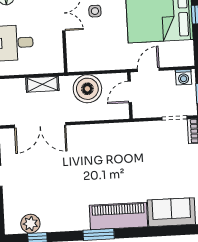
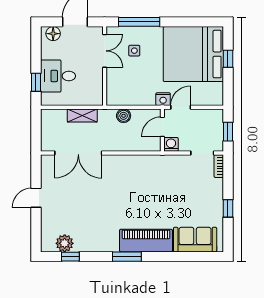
nightstand: (129, 62) -> (163, 99), added
washing machine: (183, 77) -> (171, 144), moved, turned 180
boiler: (87, 89) -> (124, 116), width x0.54, depth x0.54

